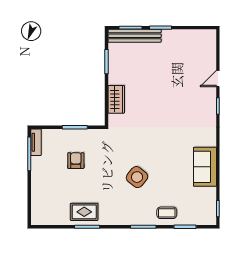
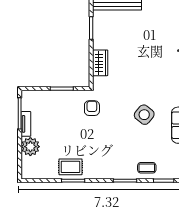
tv unit: (36, 142) -> (26, 124), moved
armchair: (76, 161) -> (92, 108), moved
side table: (137, 177) -> (144, 115), moved
plant: (41, 190) -> (30, 147), added

